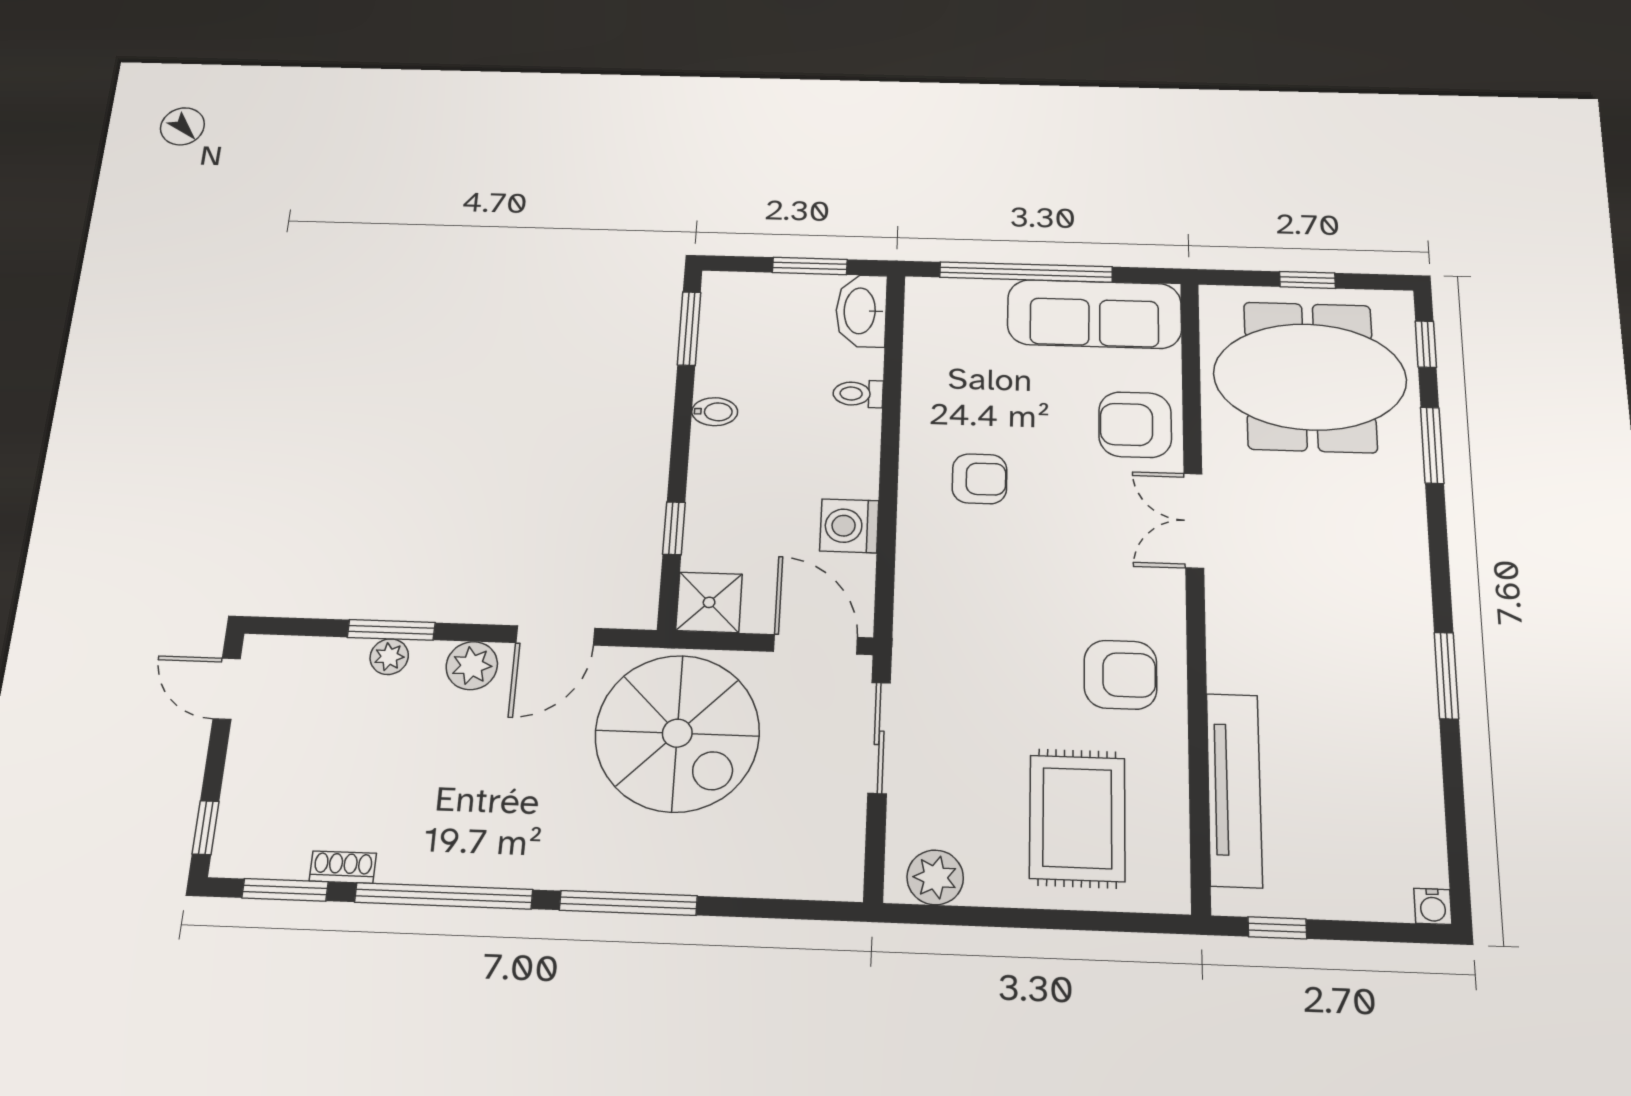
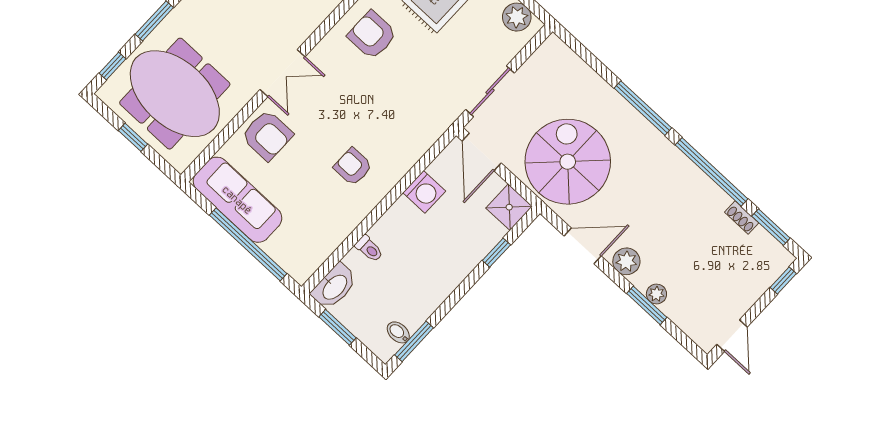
bidet: (715, 412) -> (398, 332), moved

